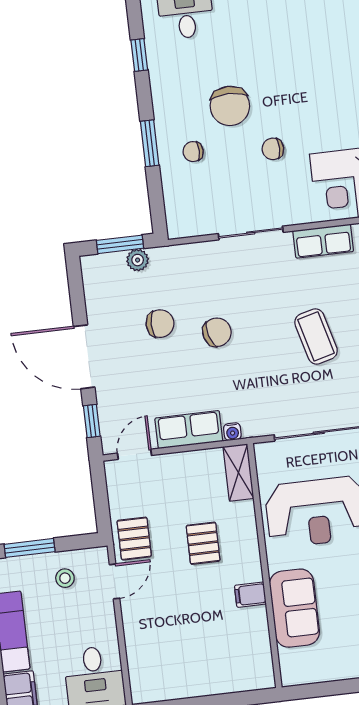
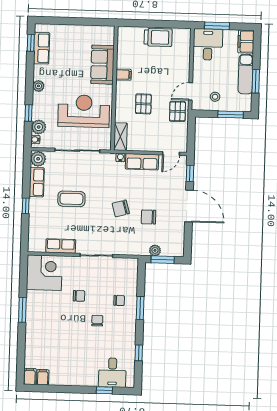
chair: (230, 106) -> (97, 321), width x0.54, depth x0.54
coffee table: (316, 336) -> (71, 199), turned -75
trolley: (194, 678) -> (158, 37), added

